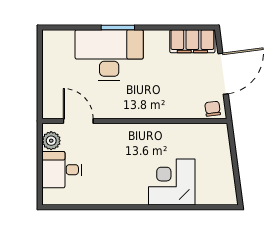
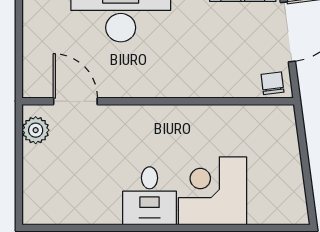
desk: (62, 170) -> (150, 196), moved, turned -90

